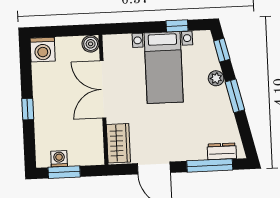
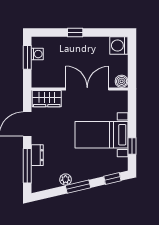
plant: (216, 78) -> (66, 179), moved
dresser: (222, 151) -> (37, 155), moved

